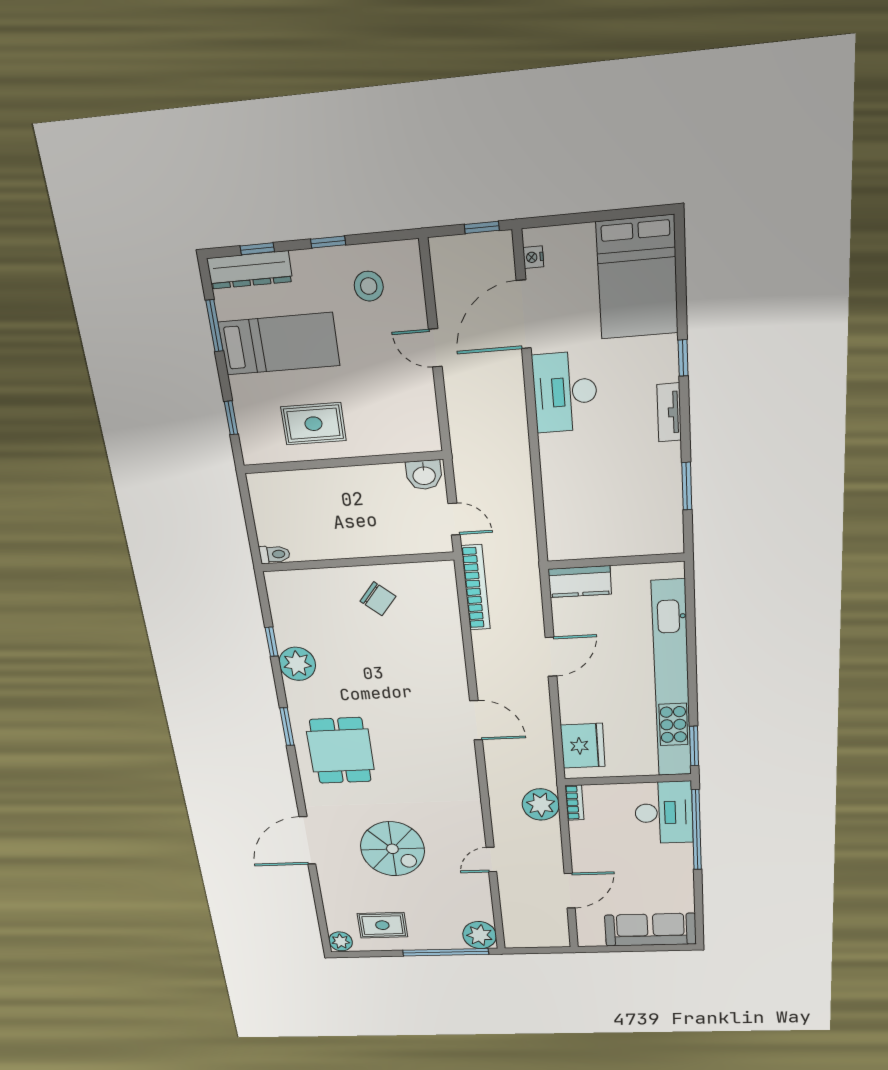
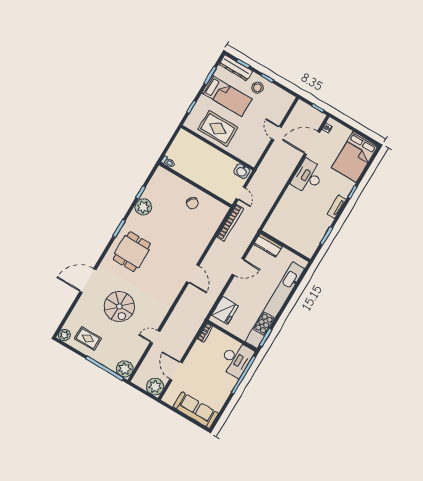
stool: (369, 286) -> (257, 88), moved
rug: (313, 424) -> (218, 128), width x1.36, depth x1.43
plant: (541, 804) -> (155, 387), moved
door: (570, 891) -> (176, 371), swing flipped

